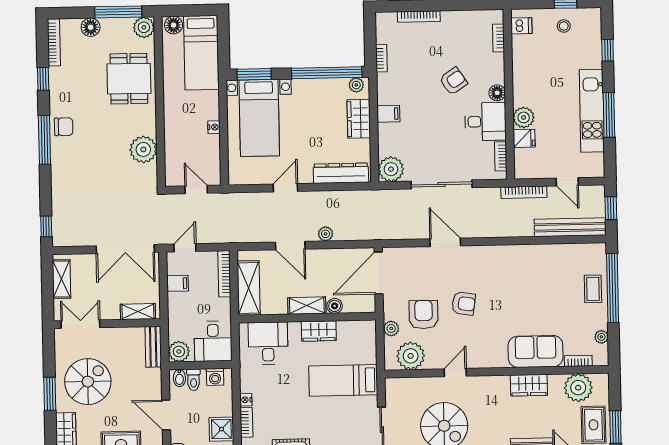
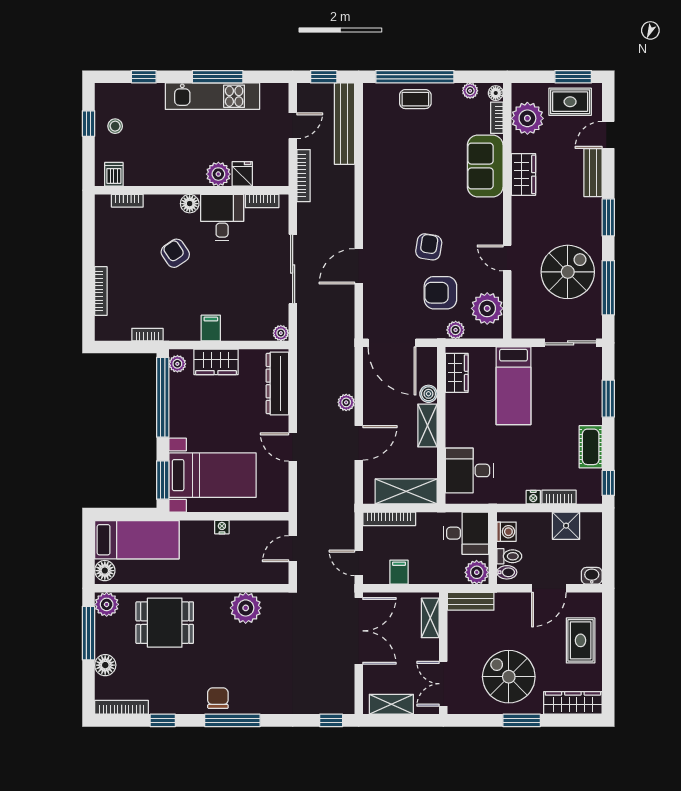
plant: (391, 169) -> (281, 333), width x0.53, depth x0.53
wardrobe: (319, 331) -> (457, 373), moved
floor lamp: (600, 359) -> (496, 93), added

